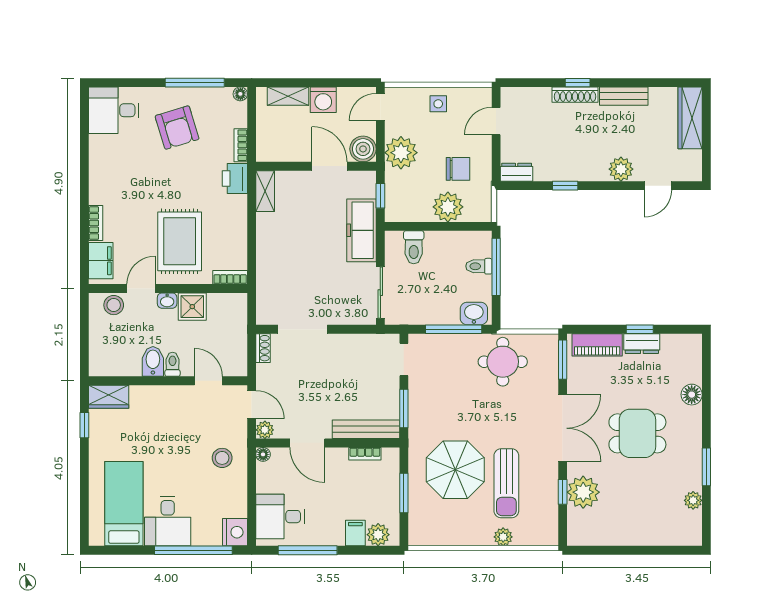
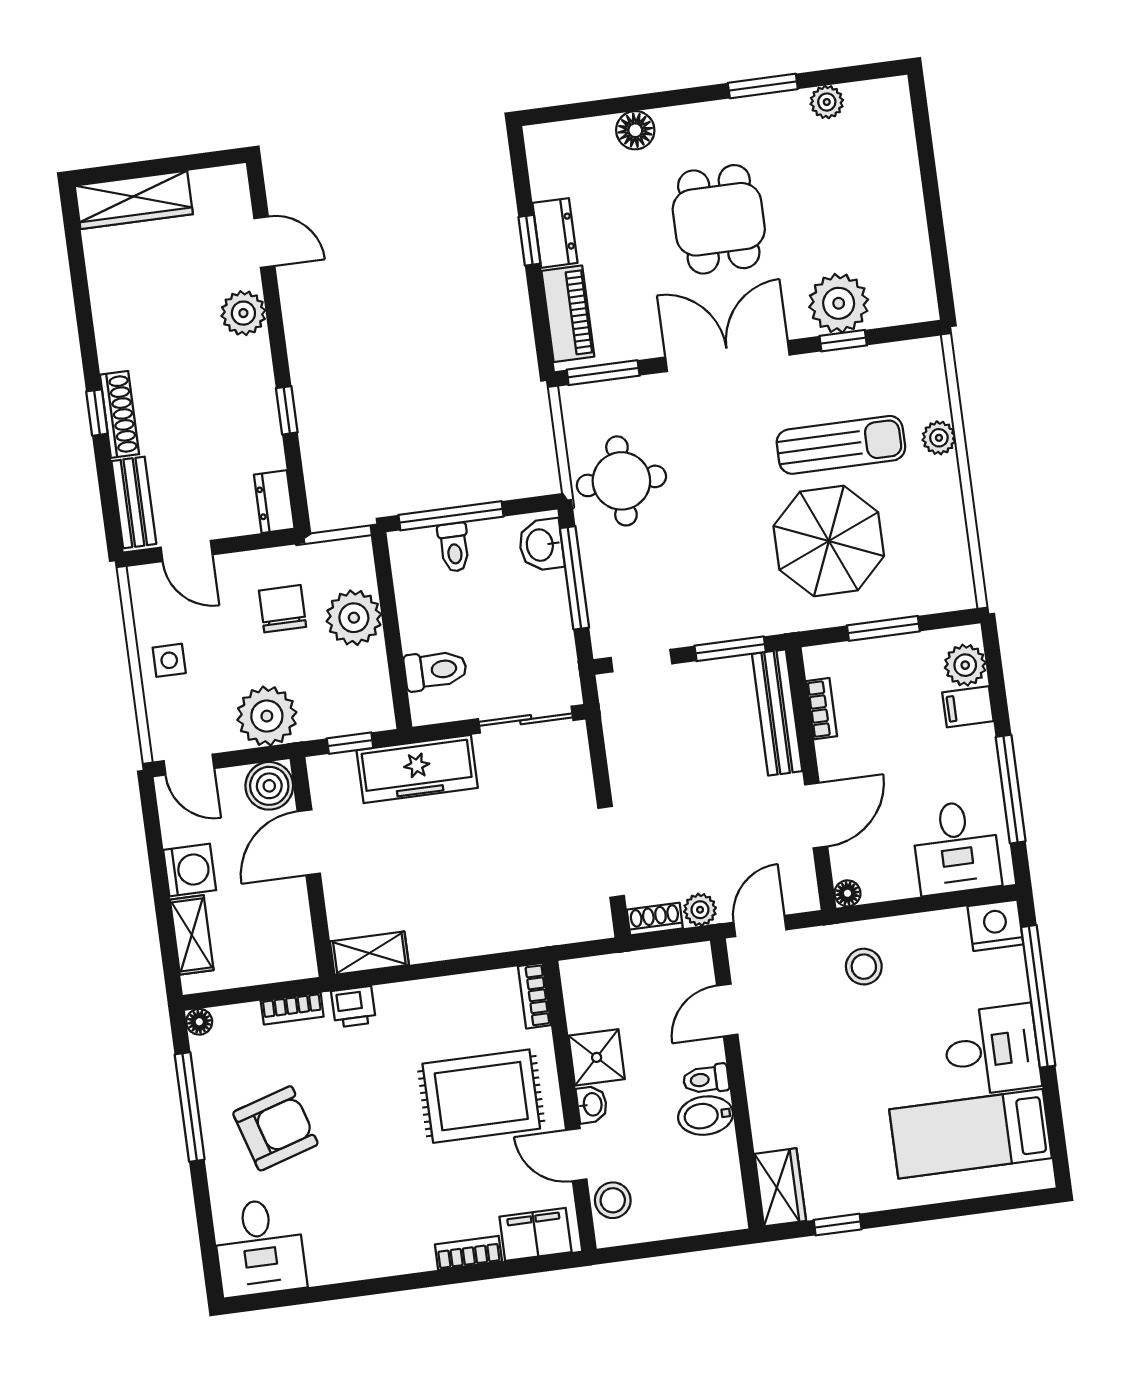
bench: (624, 96) -> (134, 502), moved
printer: (235, 179) -> (354, 1007), width x0.73, depth x0.81
plant: (265, 430) -> (700, 910), moved

